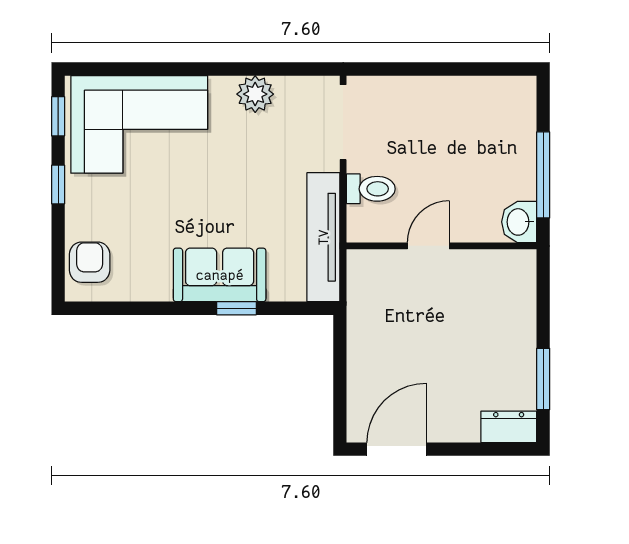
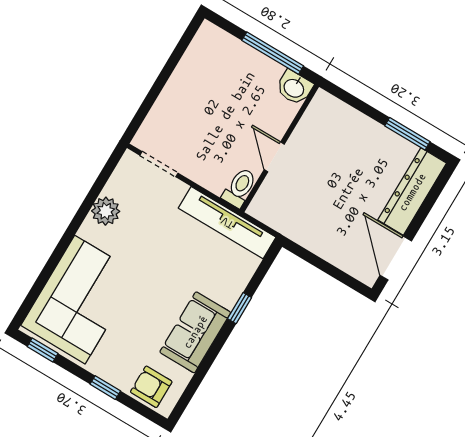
doorway: (343, 122) -> (159, 164), width x0.73
window: (58, 184) -> (105, 388), moved
toilet: (371, 189) -> (240, 188), moved
sofa: (220, 275) -> (195, 332), moved
dresser: (509, 427) -> (412, 192), width x1.96, depth x1.24

